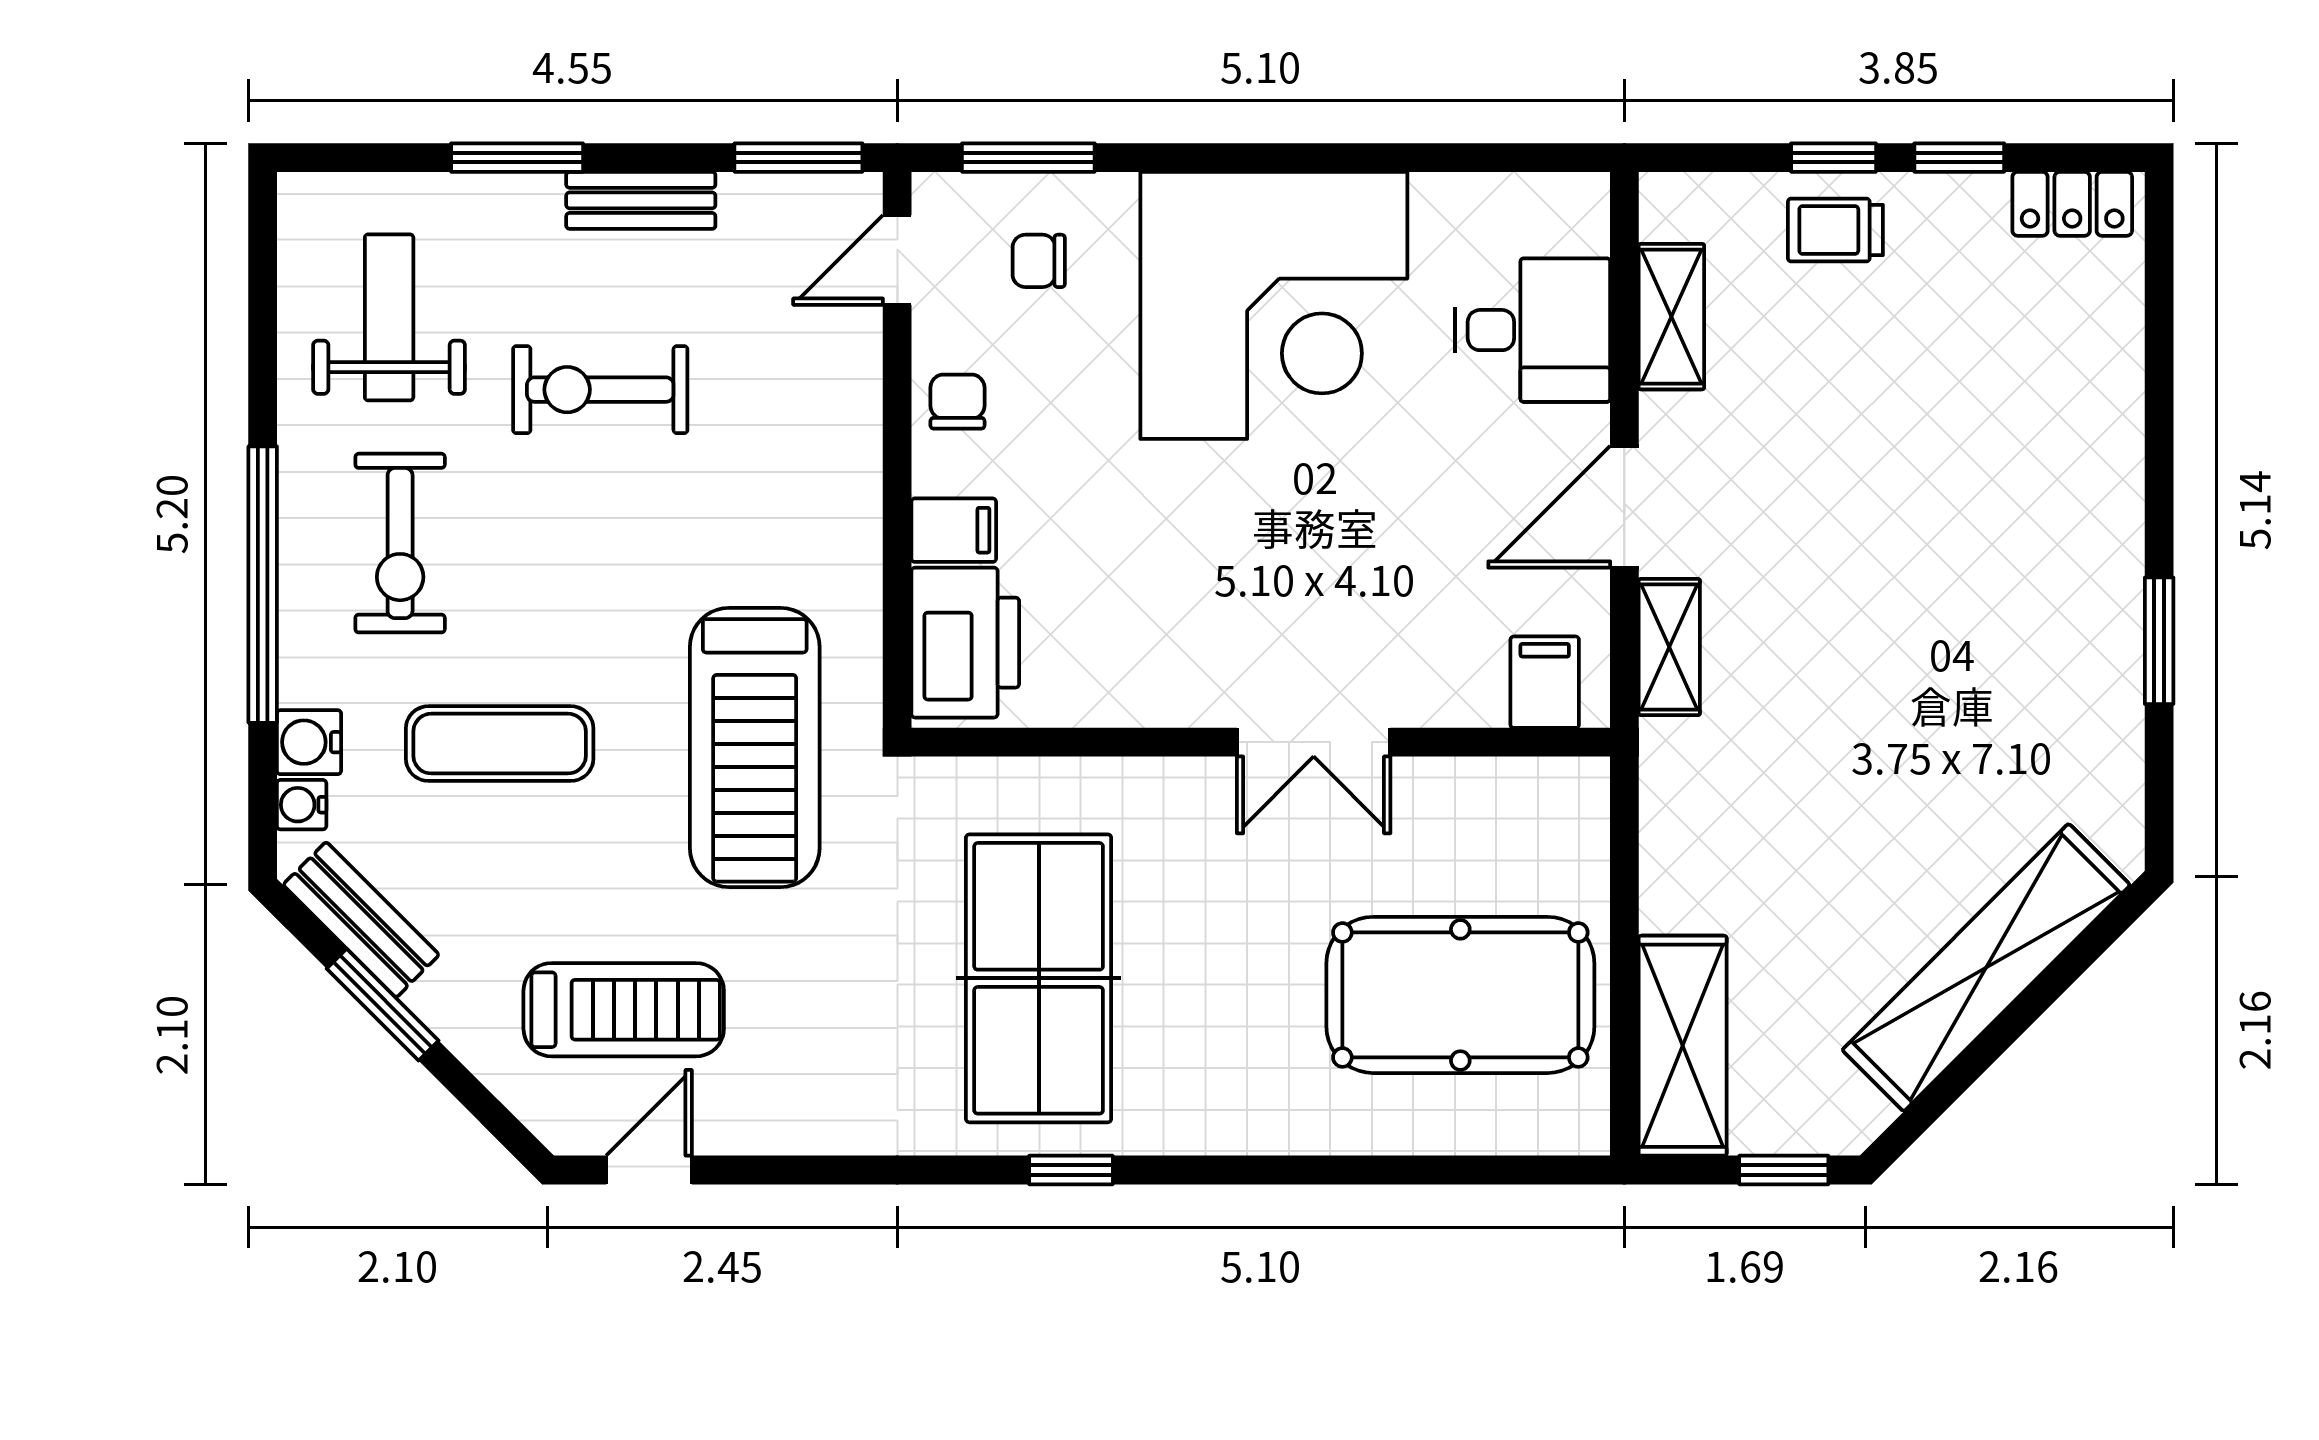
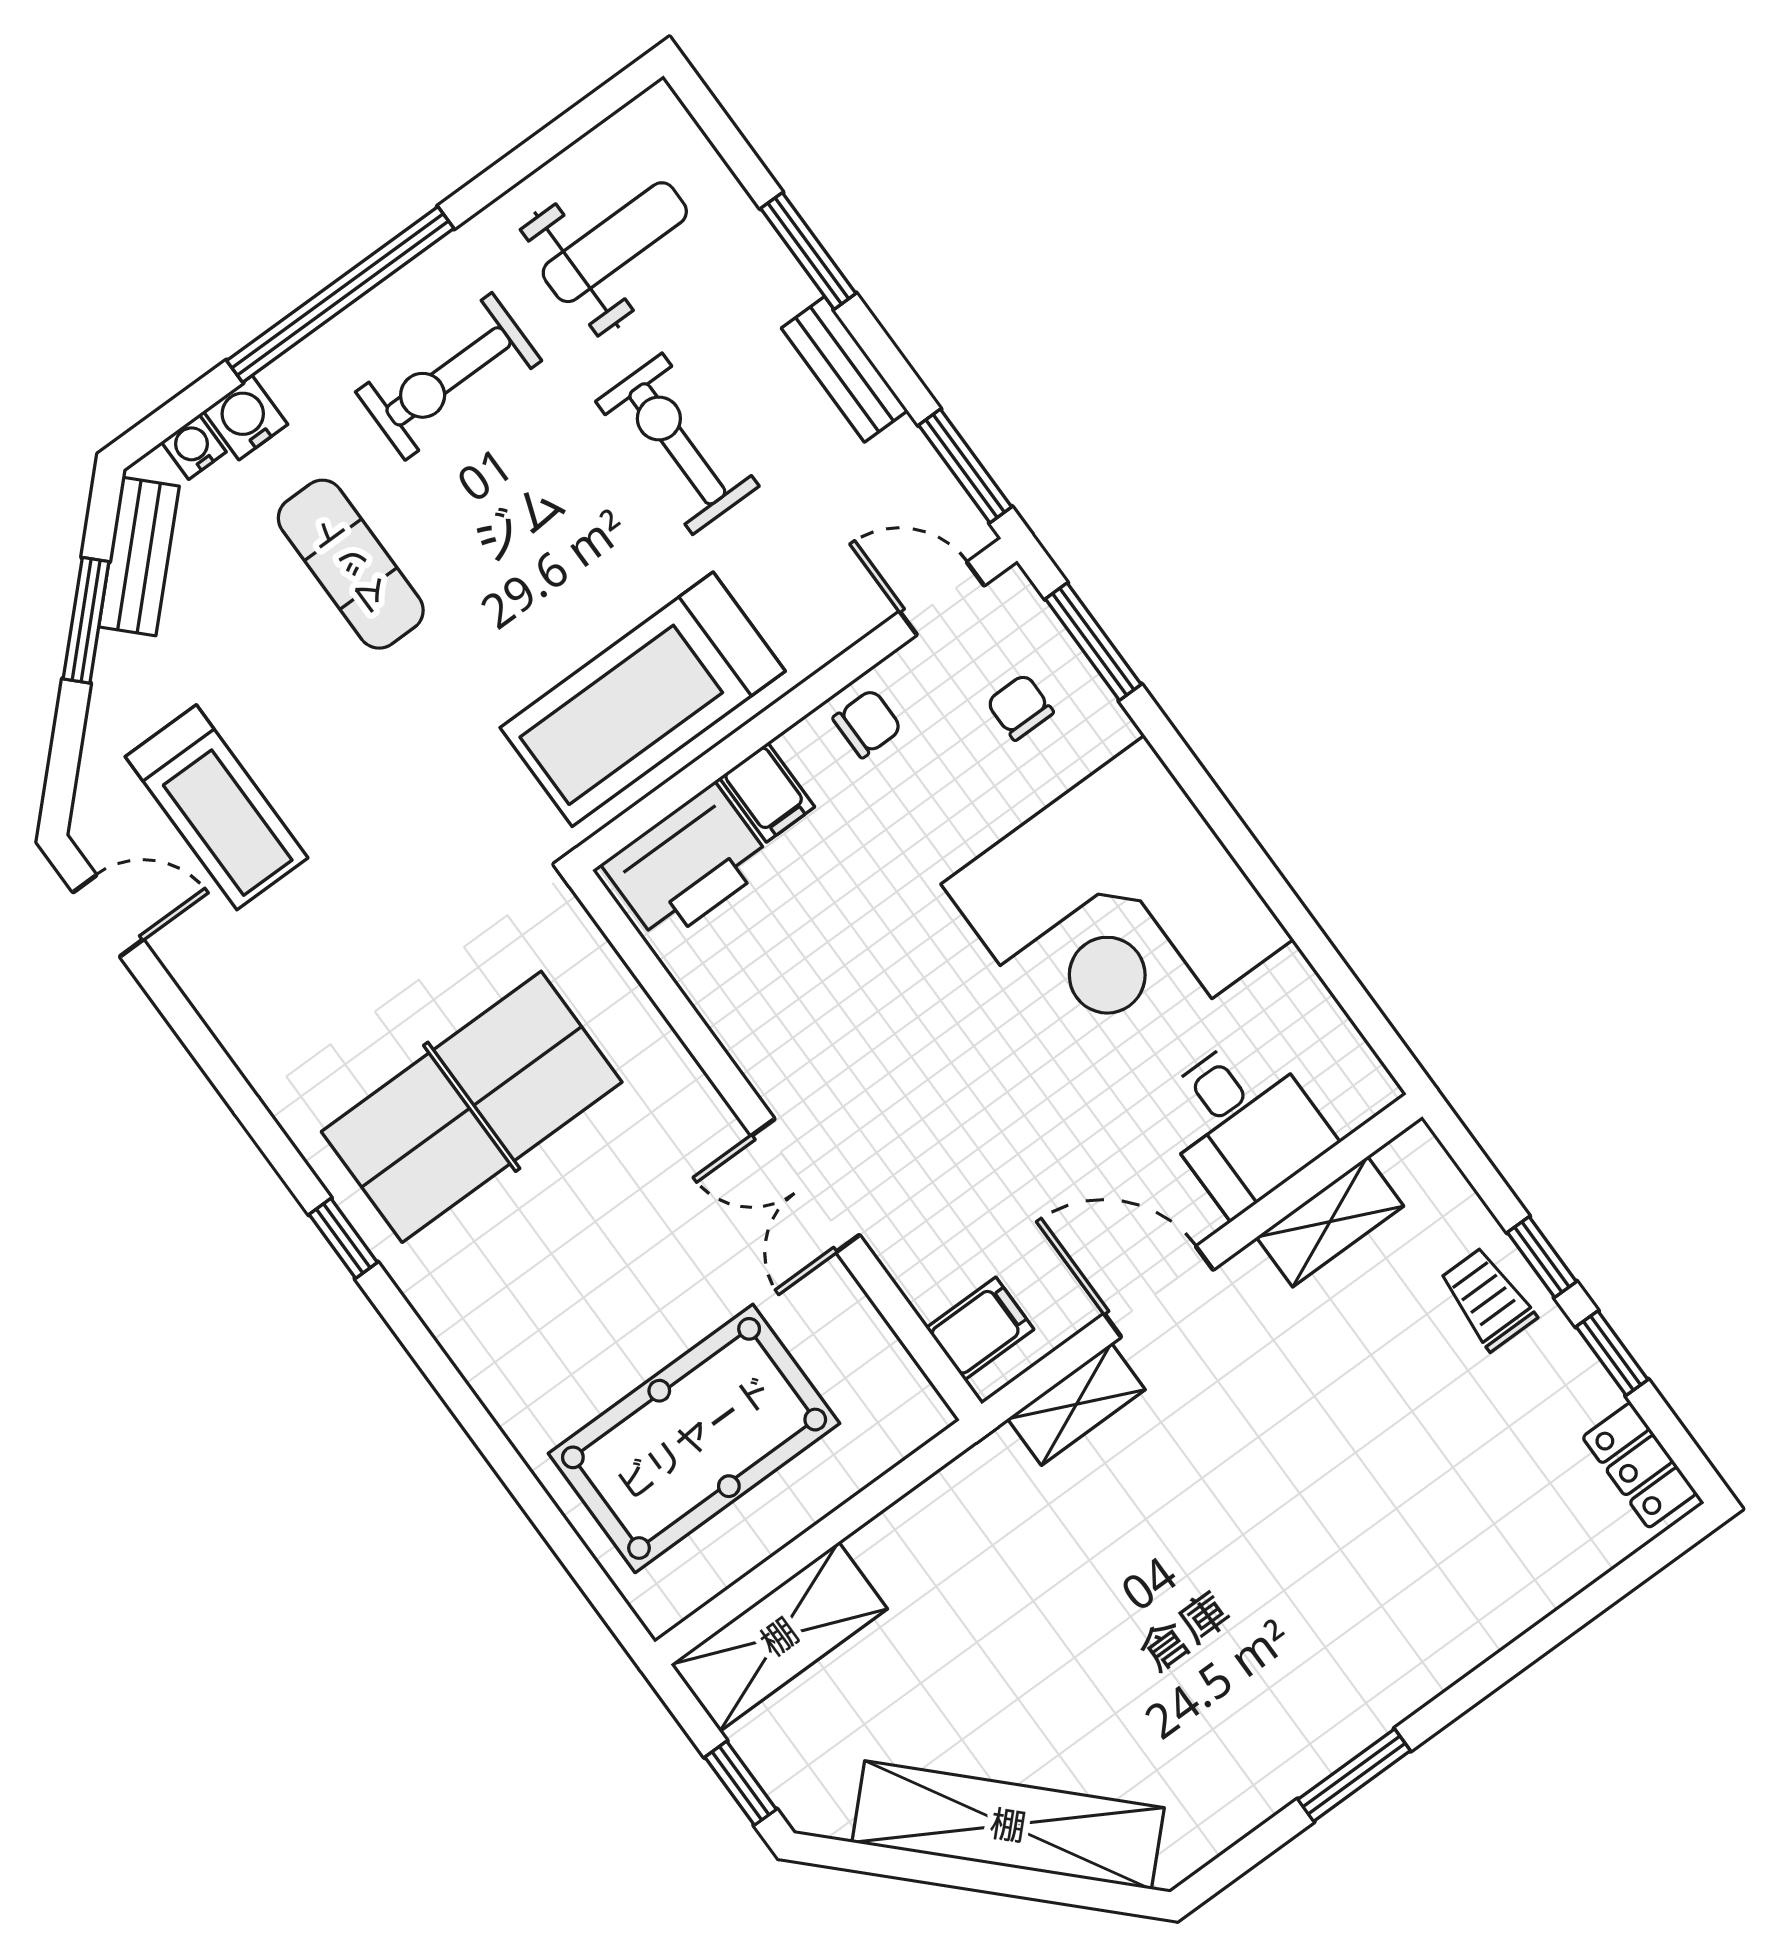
treadmill: (755, 747) -> (643, 699), moved
pool table: (1460, 995) -> (694, 1438), turned 90

